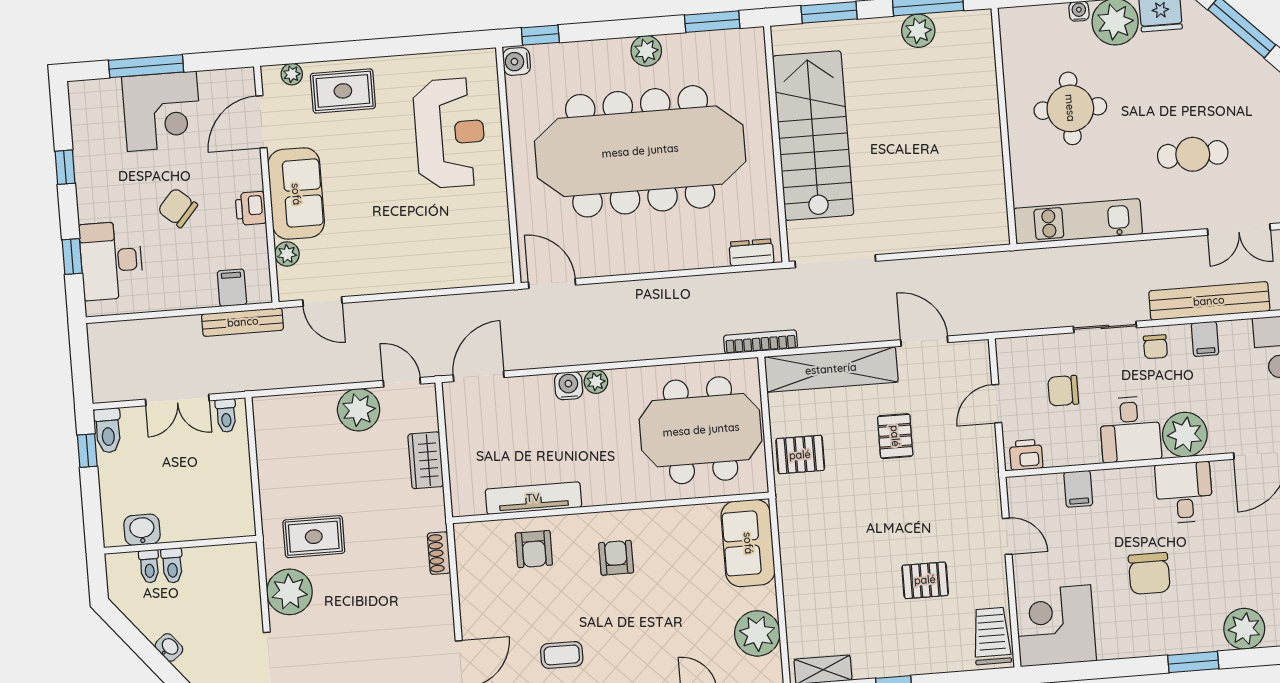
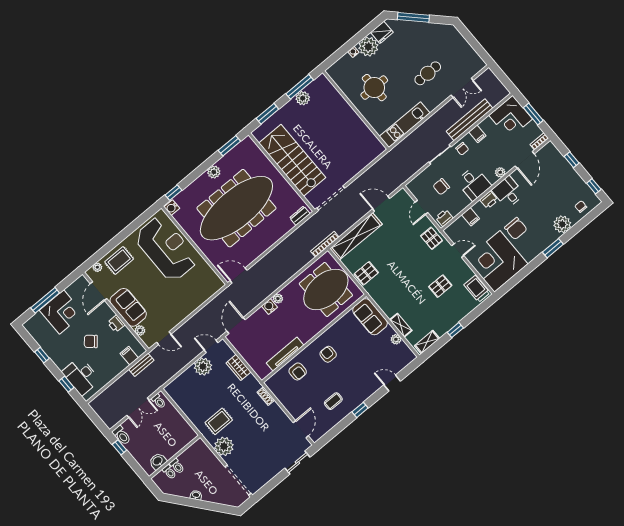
reception desk: (450, 133) -> (166, 249), width x1.36, depth x1.30
bench: (243, 322) -> (141, 365), width x0.73
plant: (1185, 435) -> (500, 172), width x0.53, depth x0.53
pallet: (895, 436) -> (432, 238), moved
printer: (1137, 481) -> (489, 200), added
shelving: (796, 601) -> (401, 325), added
corner desk: (1056, 626) -> (497, 261), width x1.36, depth x1.36
plant: (757, 633) -> (396, 339), width x0.53, depth x0.53

